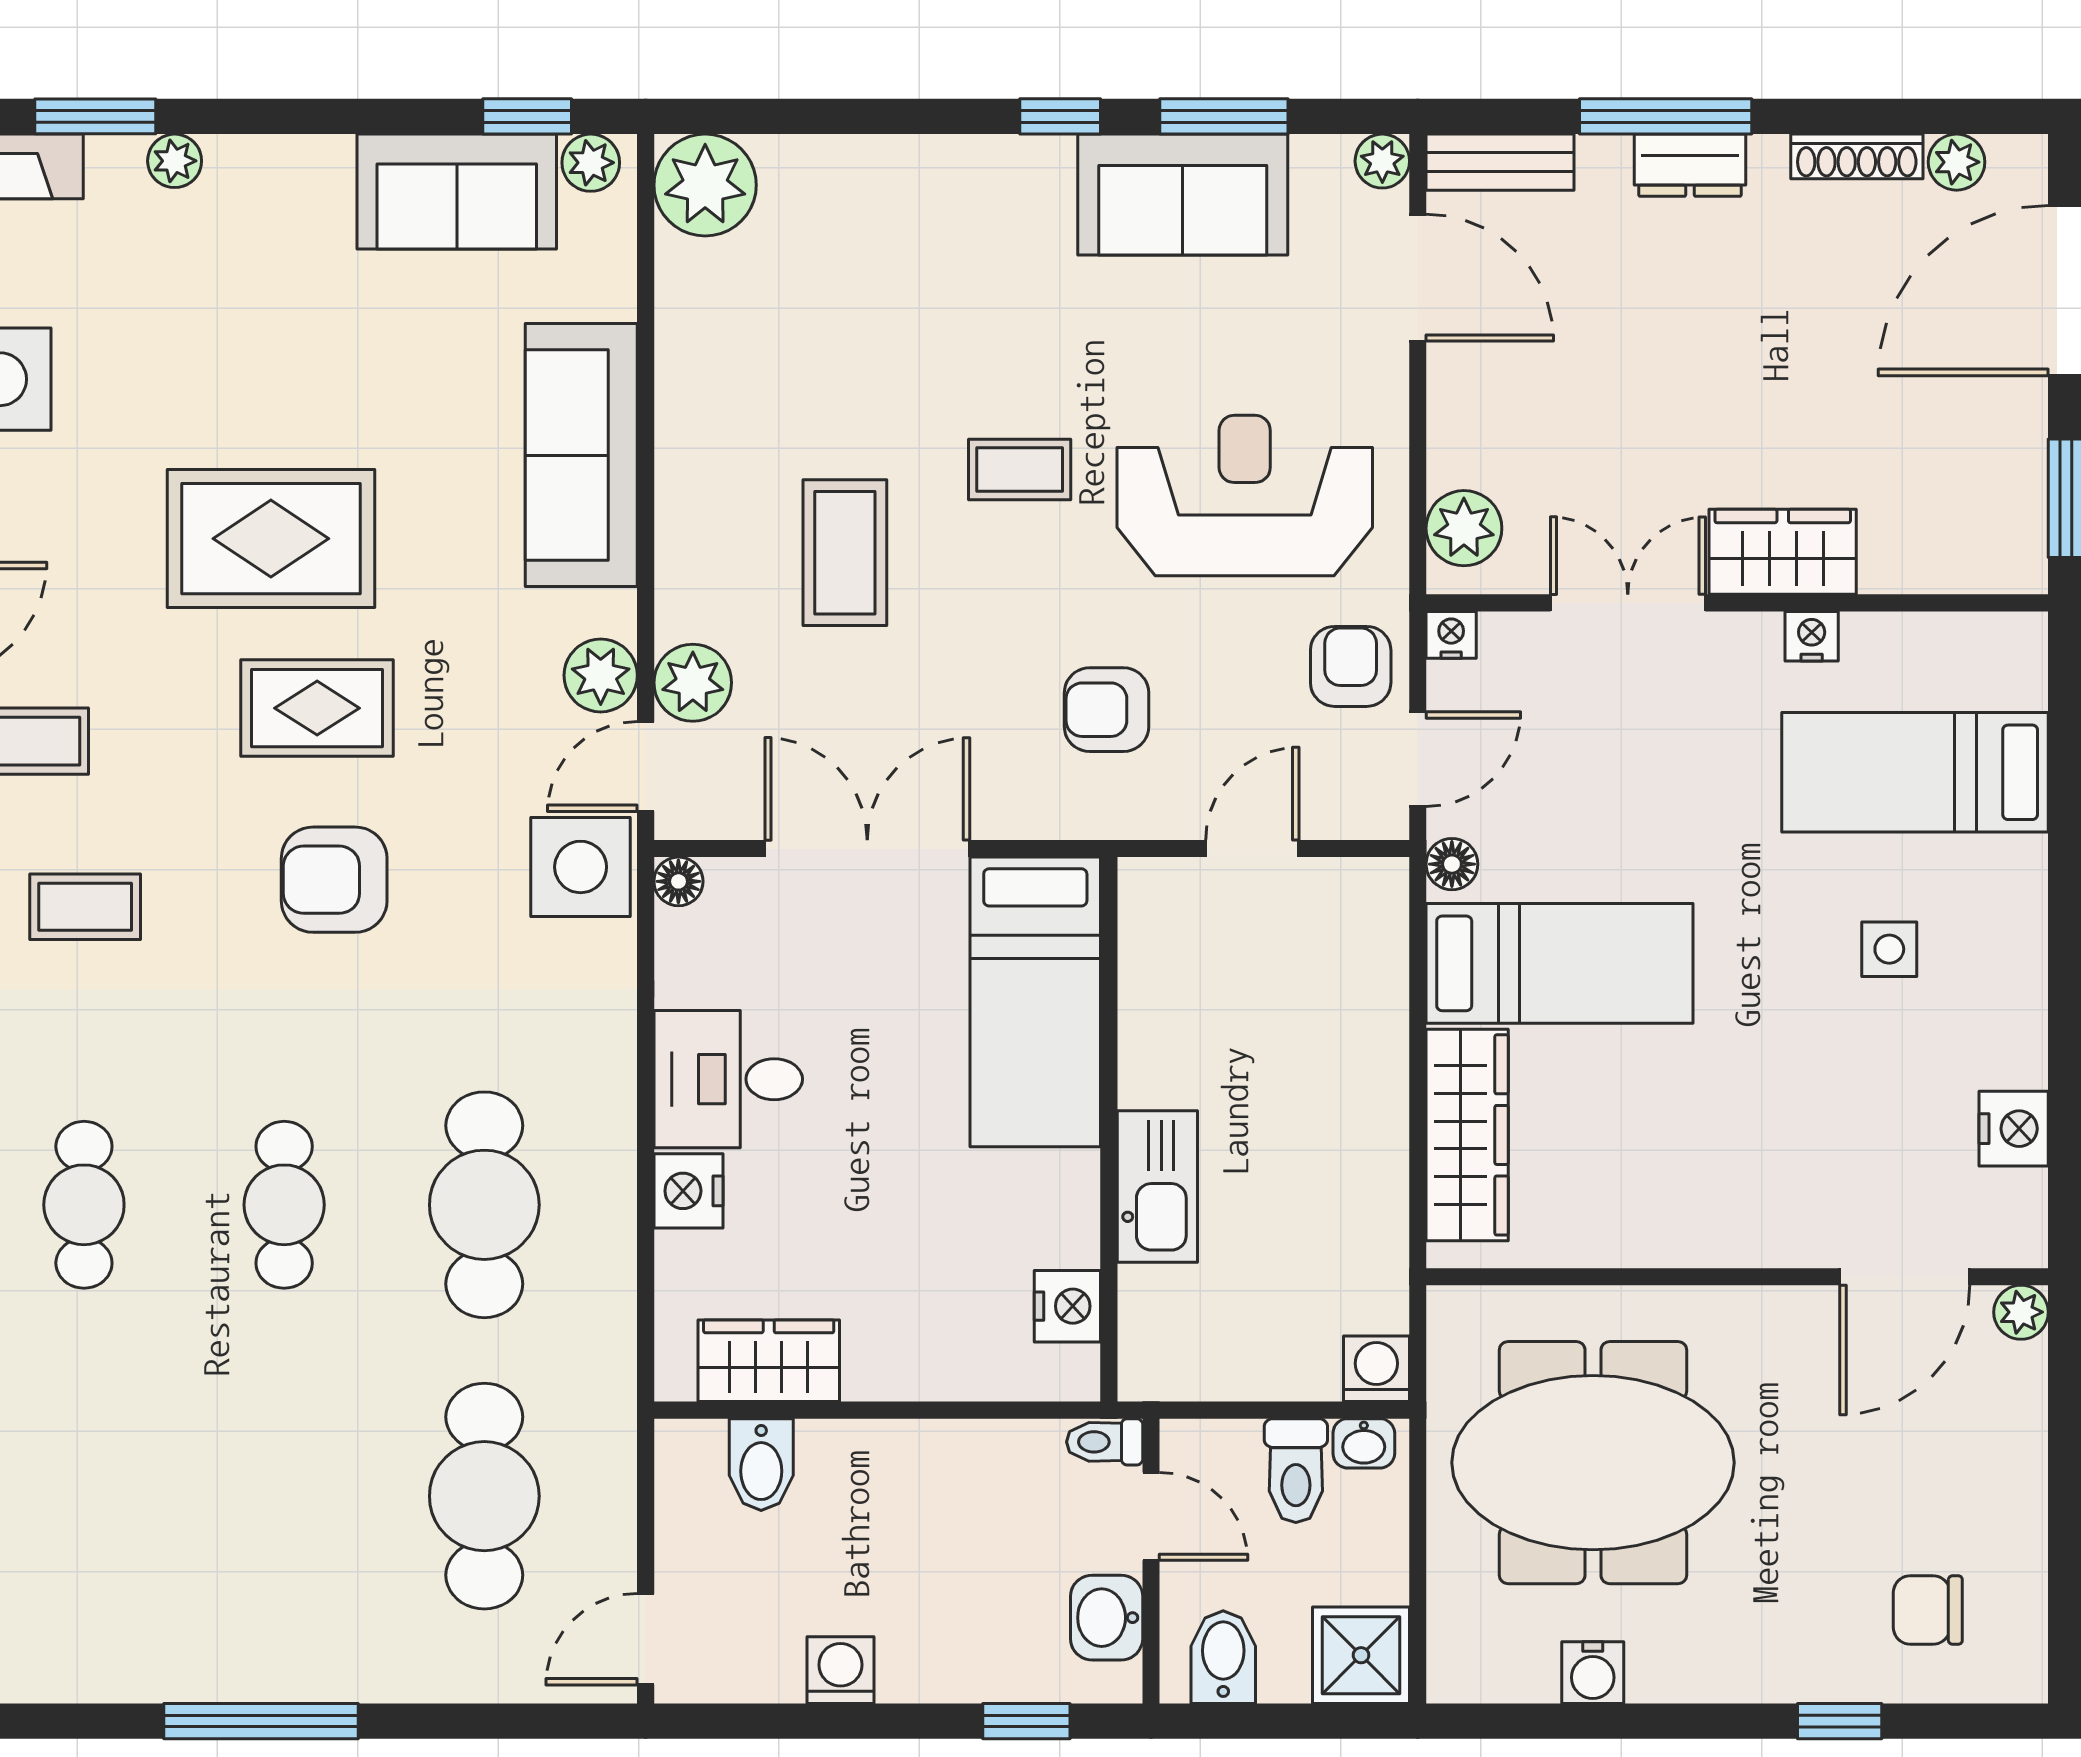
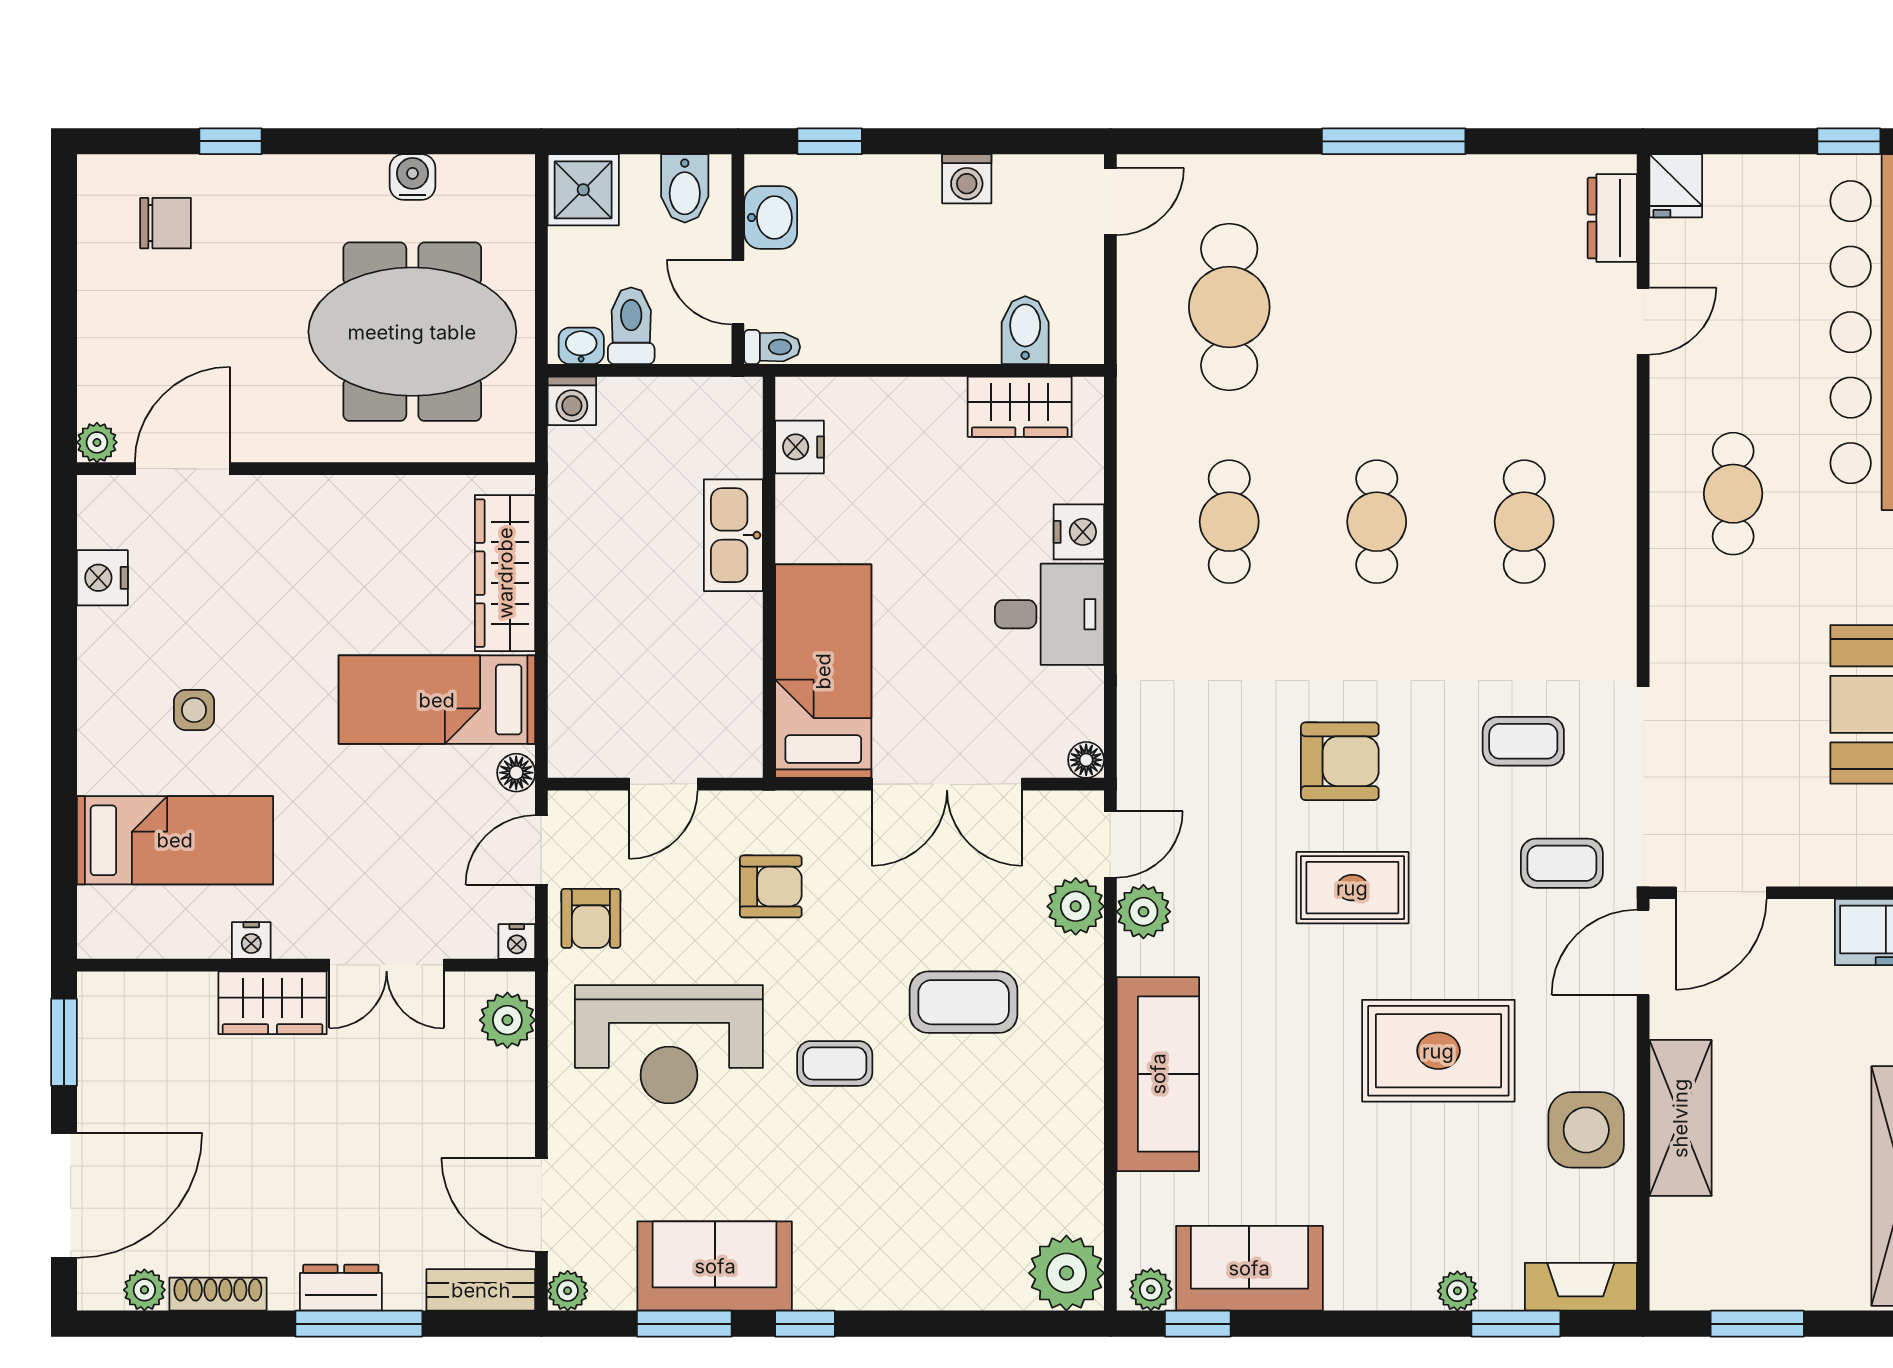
rug: (271, 539) -> (1438, 1051), moved
coffee table: (845, 553) -> (964, 1002), turned 90
side table: (581, 867) -> (1158, 771), removed
cafe table: (484, 1205) -> (1229, 522), width x0.73, depth x0.74

